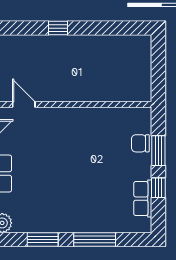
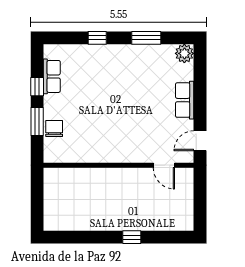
chair: (140, 143) -> (54, 129), turned -90
window: (95, 240) -> (97, 38), width x0.46

